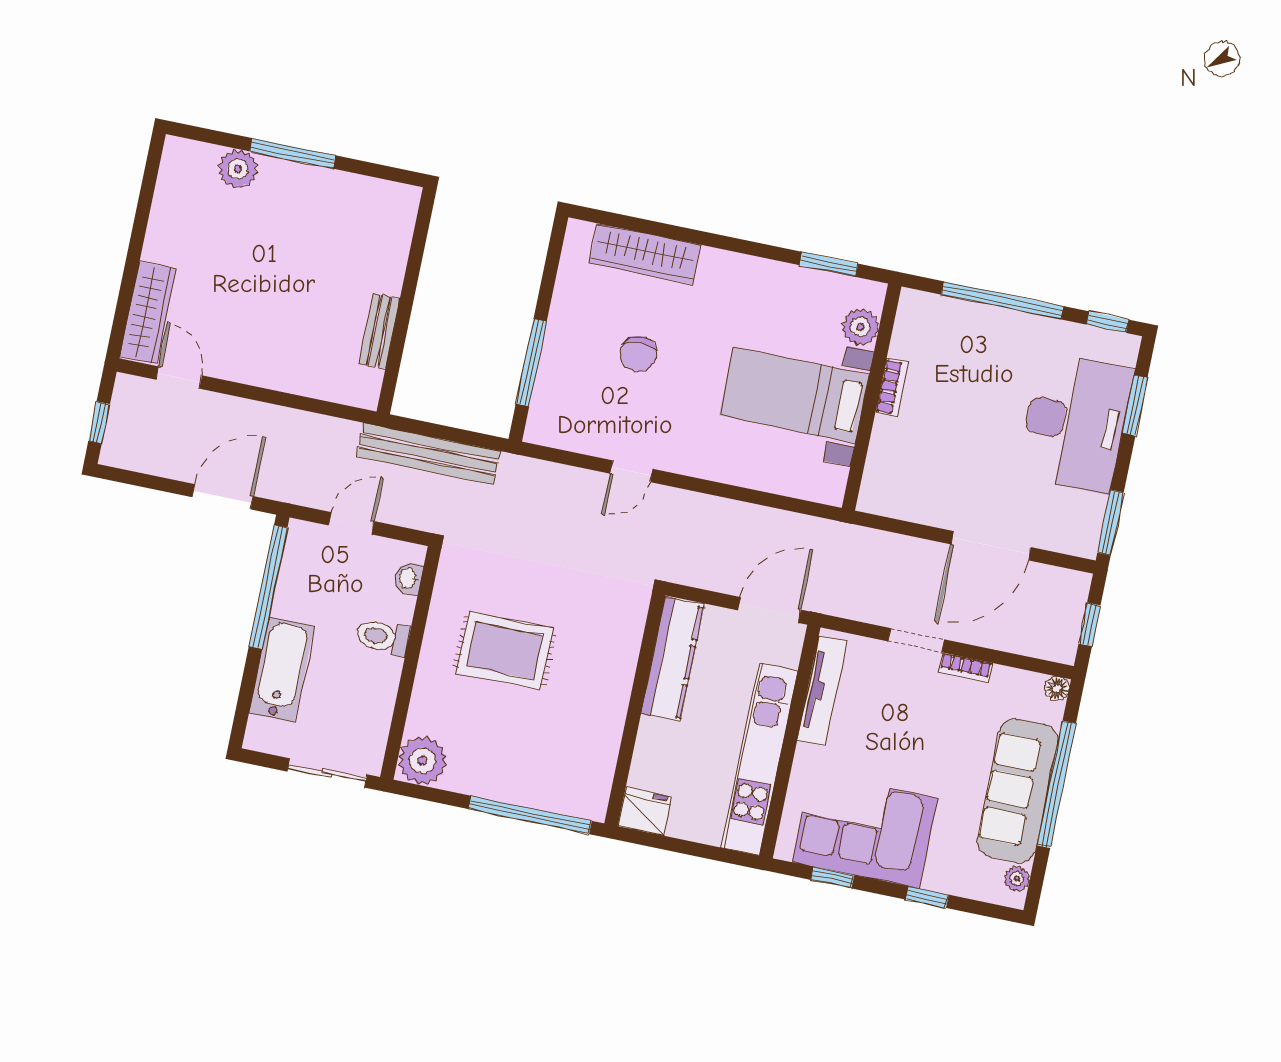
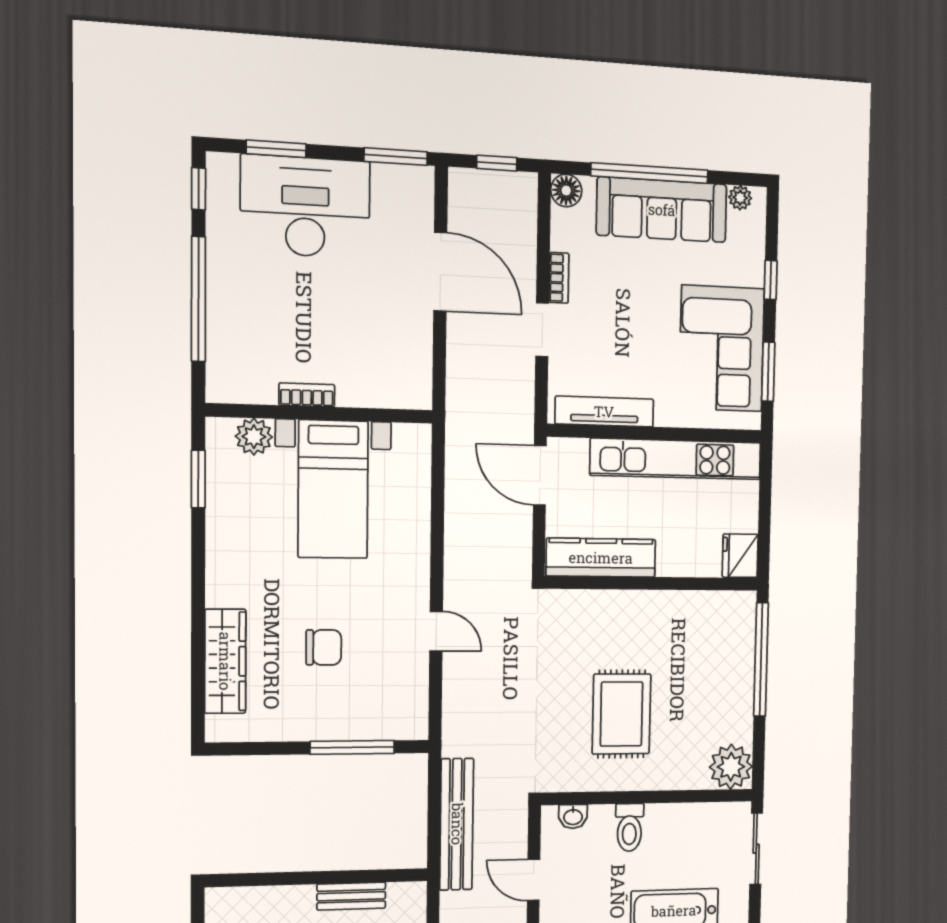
floor lamp: (1057, 689) -> (566, 191), width x1.37, depth x1.37
window: (832, 878) -> (768, 372), width x1.50

